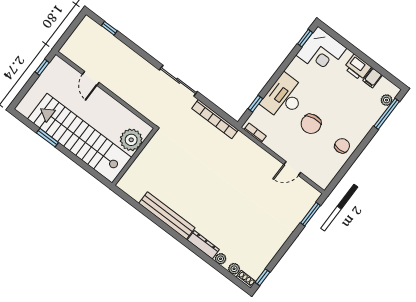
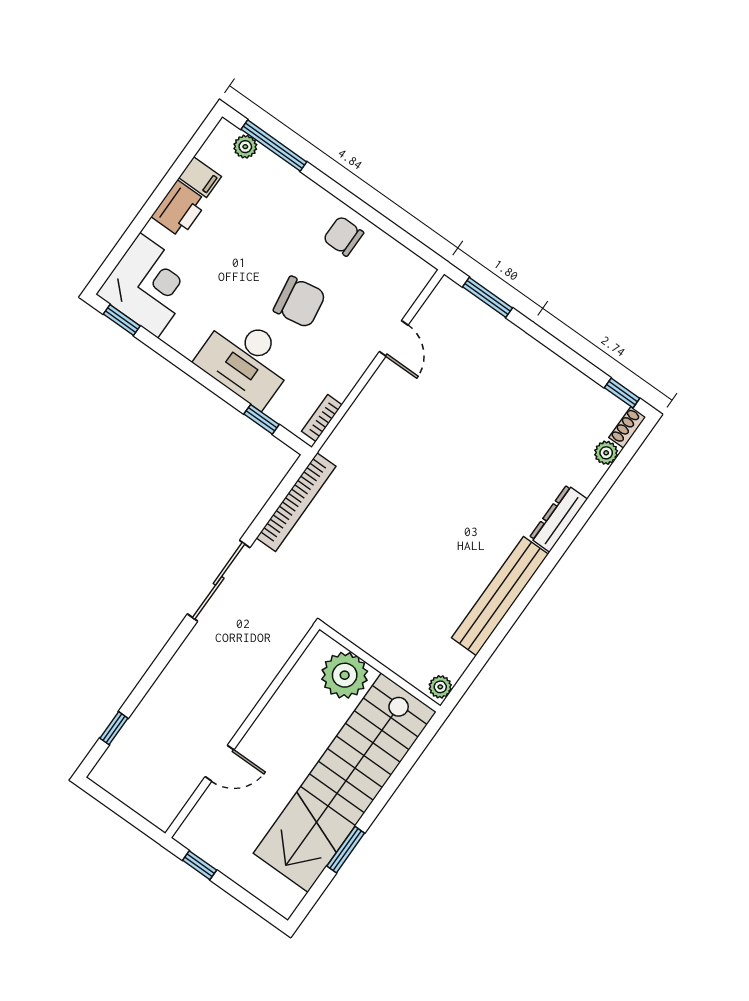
plant: (221, 259) -> (440, 687), moved

